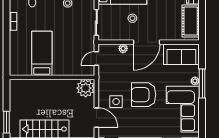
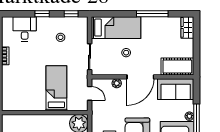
cot: (191, 21) -> (177, 67), moved, turned 90
bed: (42, 53) -> (56, 88), moved
door: (96, 58) -> (90, 93), swing flipped

